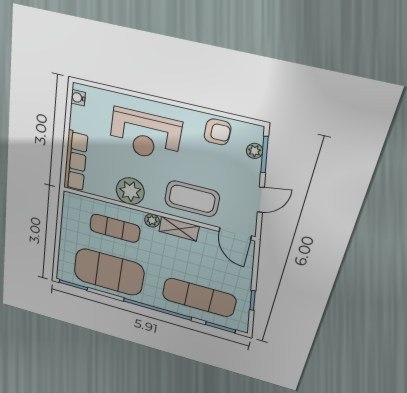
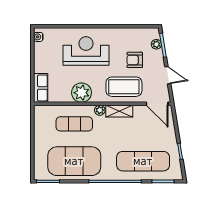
armchair: (218, 132) -> (135, 60), moved, turned 180
reception desk: (145, 135) -> (86, 51), turned 180
row of seats: (76, 161) -> (41, 88), width x0.68
door: (261, 200) -> (168, 75), hinge flipped

